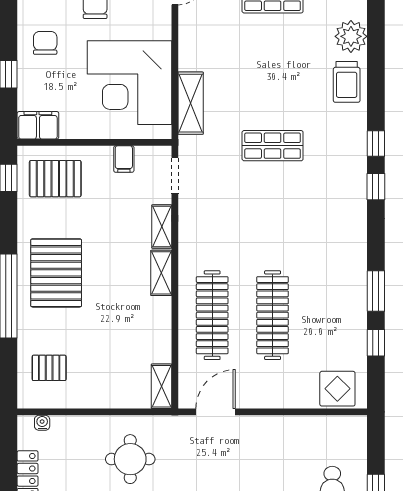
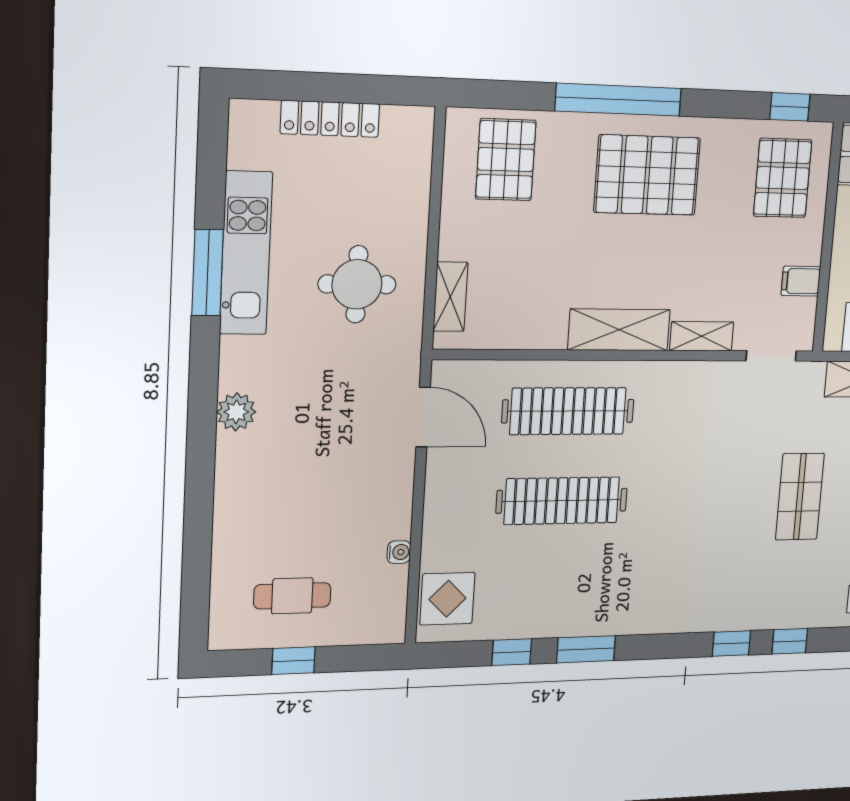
shelving: (161, 273) -> (619, 330), width x1.50, depth x1.33
pallet: (49, 368) -> (506, 160), width x1.50, depth x1.42
shelving: (161, 386) -> (450, 297), moved, turned 90
water cooler: (42, 423) -> (399, 552), moved

